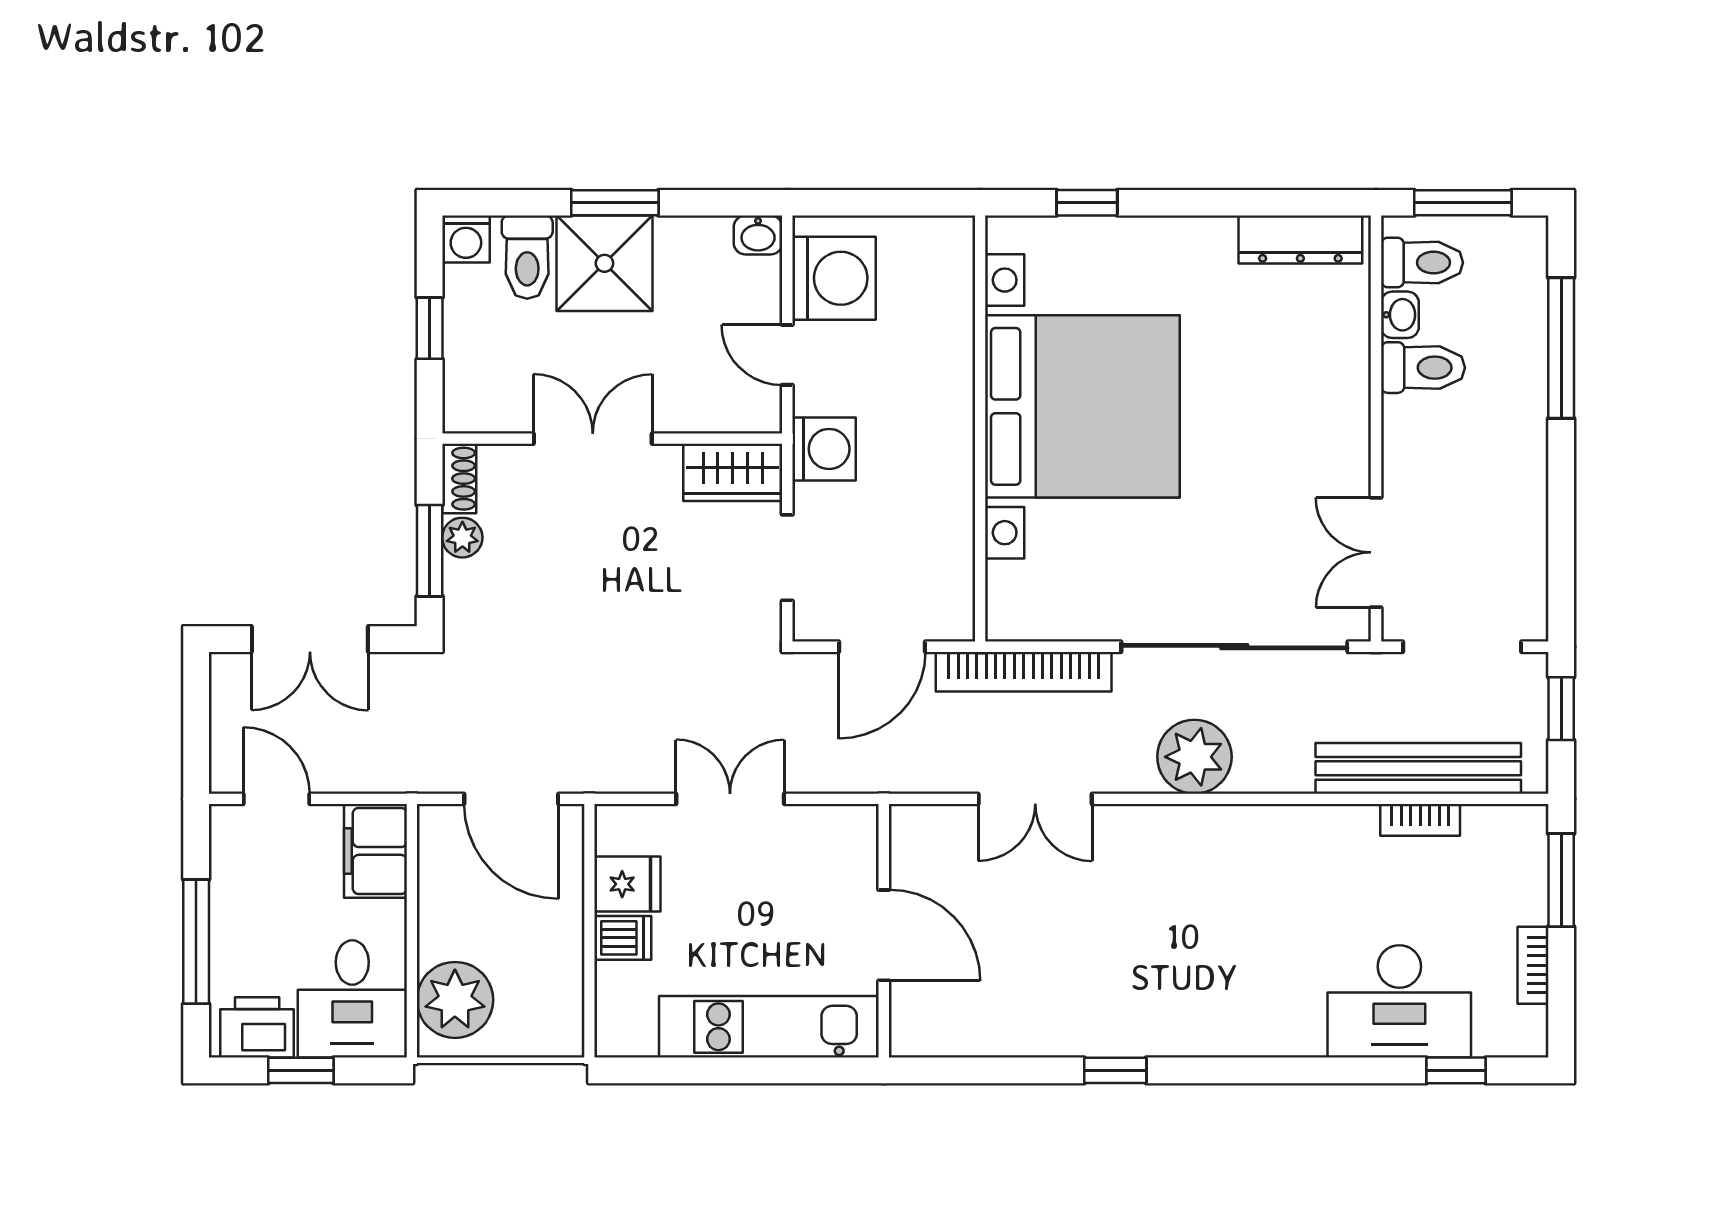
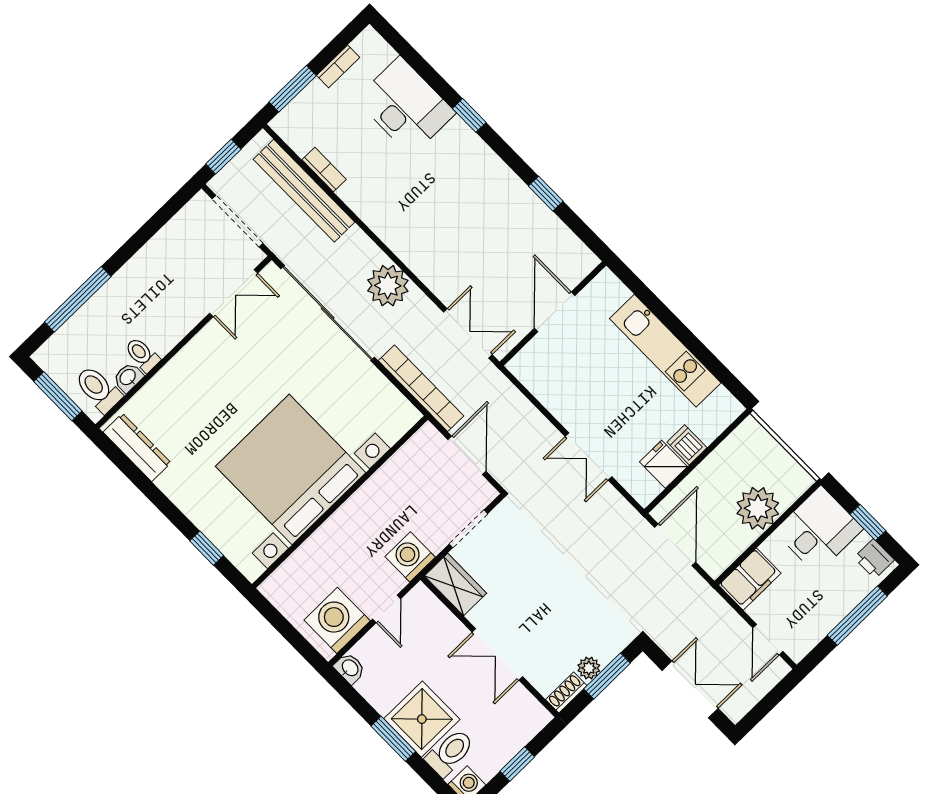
toilet: (1423, 368) -> (142, 355), width x0.73, depth x0.72
door: (882, 647) -> (467, 455), hinge flipped
wall: (884, 931) -> (553, 314), moved
door: (884, 935) -> (555, 312), moved
plant: (455, 1000) -> (758, 508), moved
printer: (257, 1027) -> (874, 559), width x0.73, depth x0.81
window: (1456, 1070) -> (469, 115), moved

